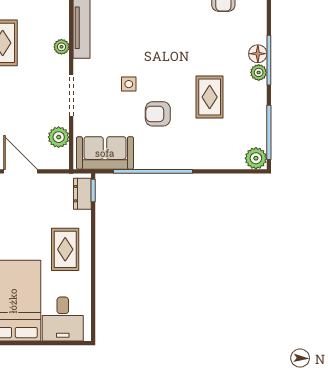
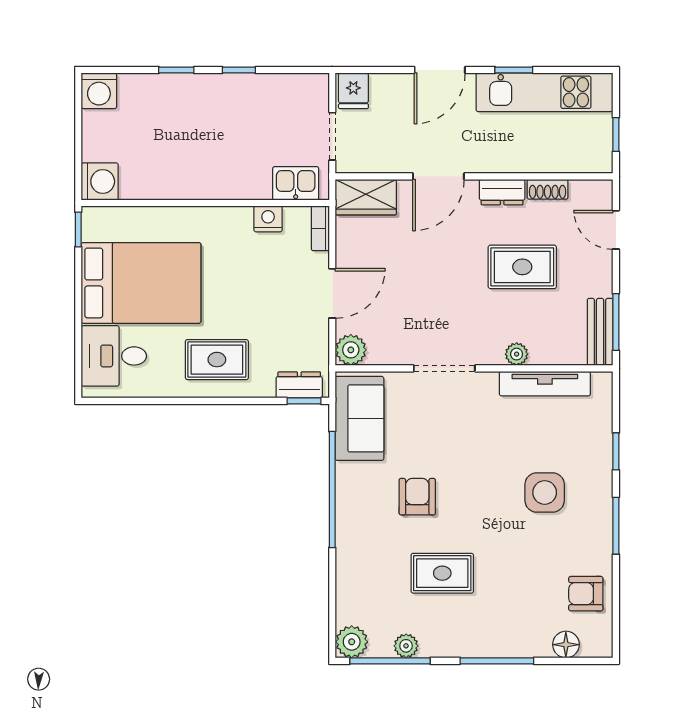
floor lamp: (258, 54) -> (566, 645), moved
plant: (259, 72) -> (406, 646), moved
side table: (129, 84) -> (545, 492), moved, width x1.87, depth x1.87
plant: (59, 137) -> (351, 350), moved

